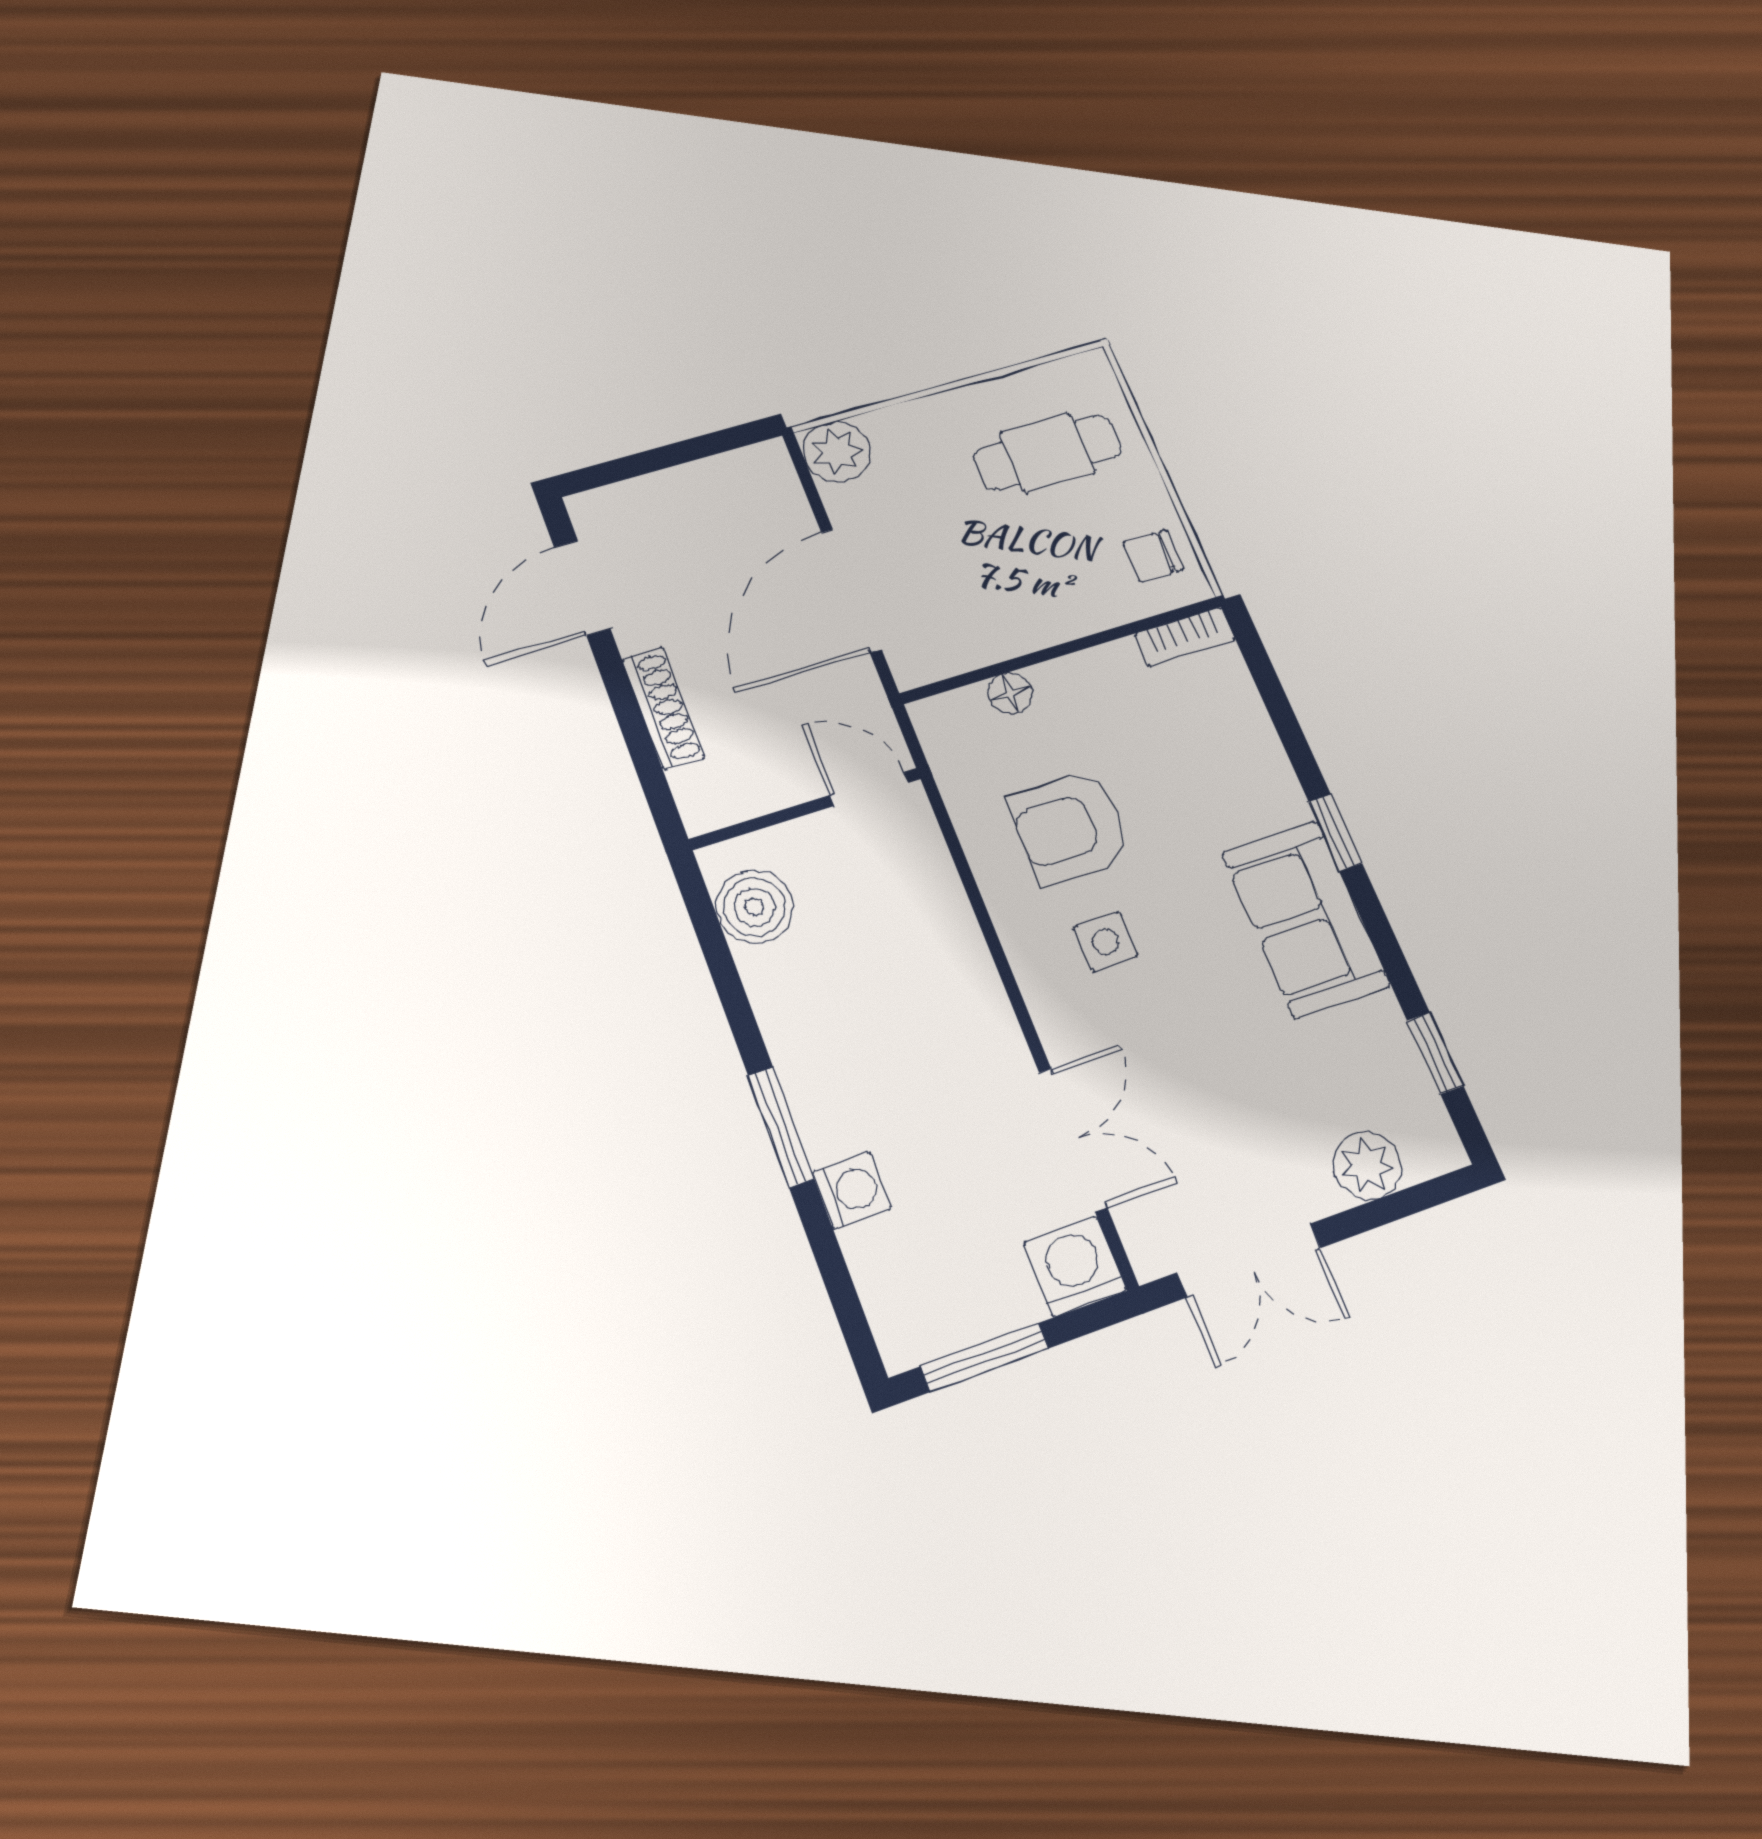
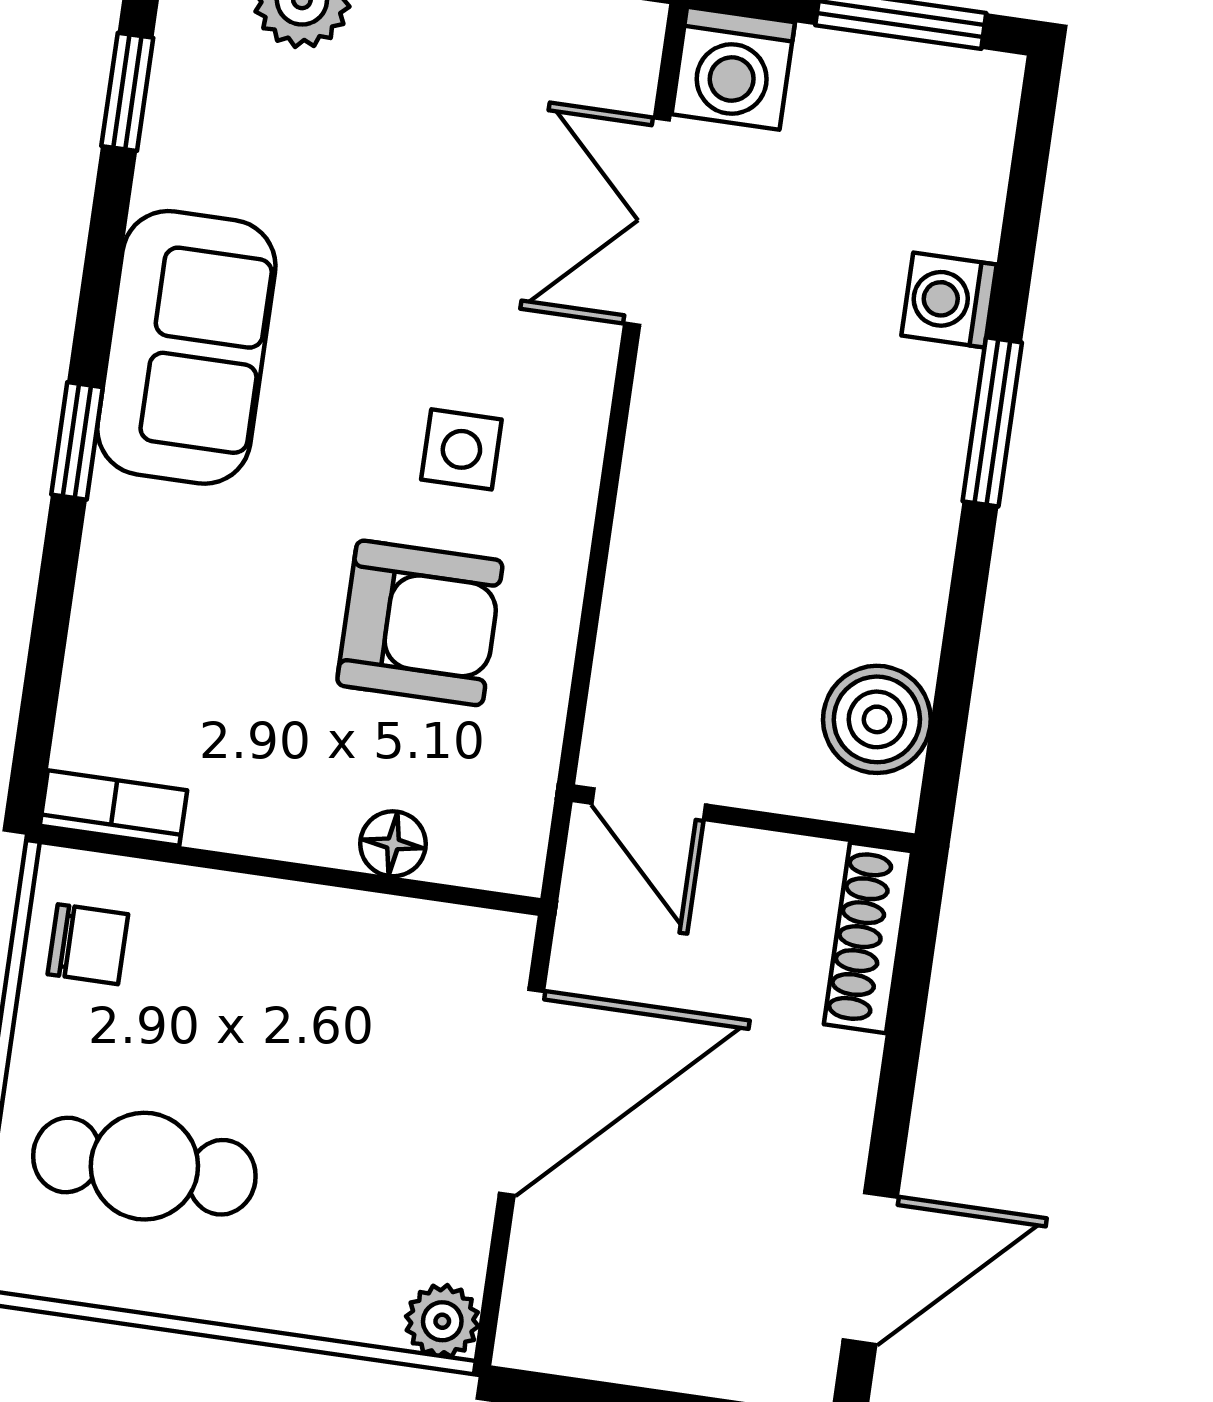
plant: (837, 452) -> (442, 1321), width x0.73, depth x0.73
shoe rack: (663, 708) -> (868, 938), moved

